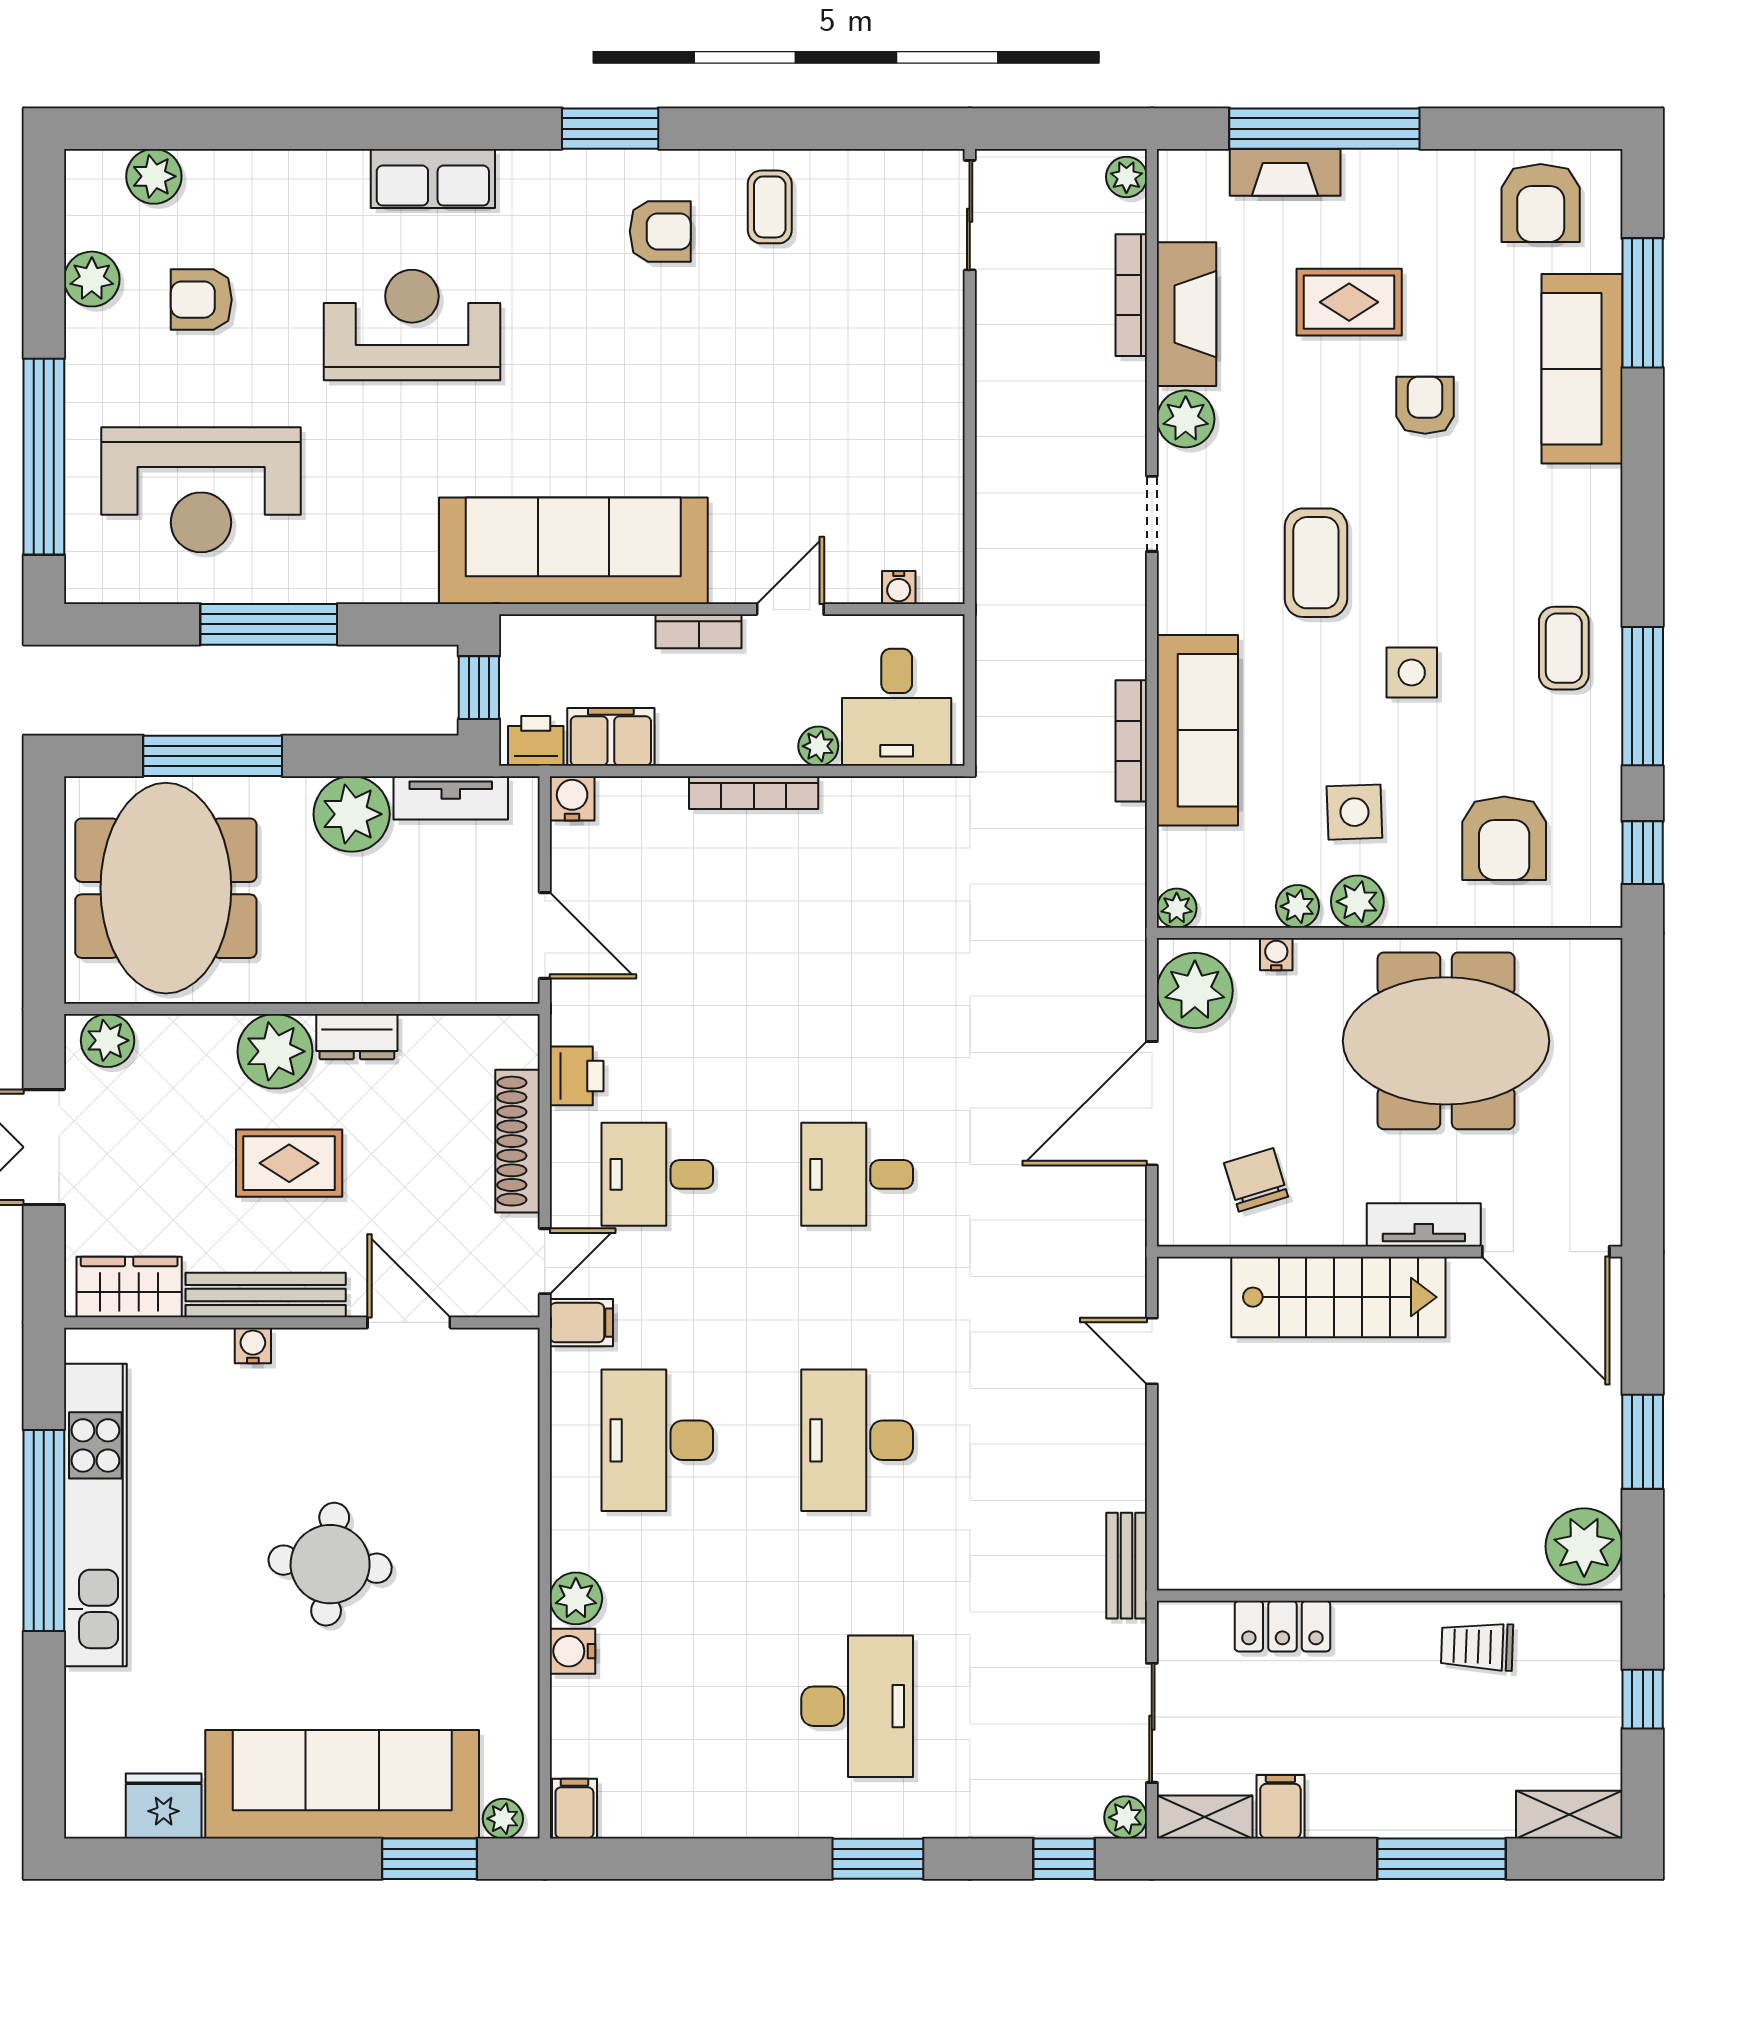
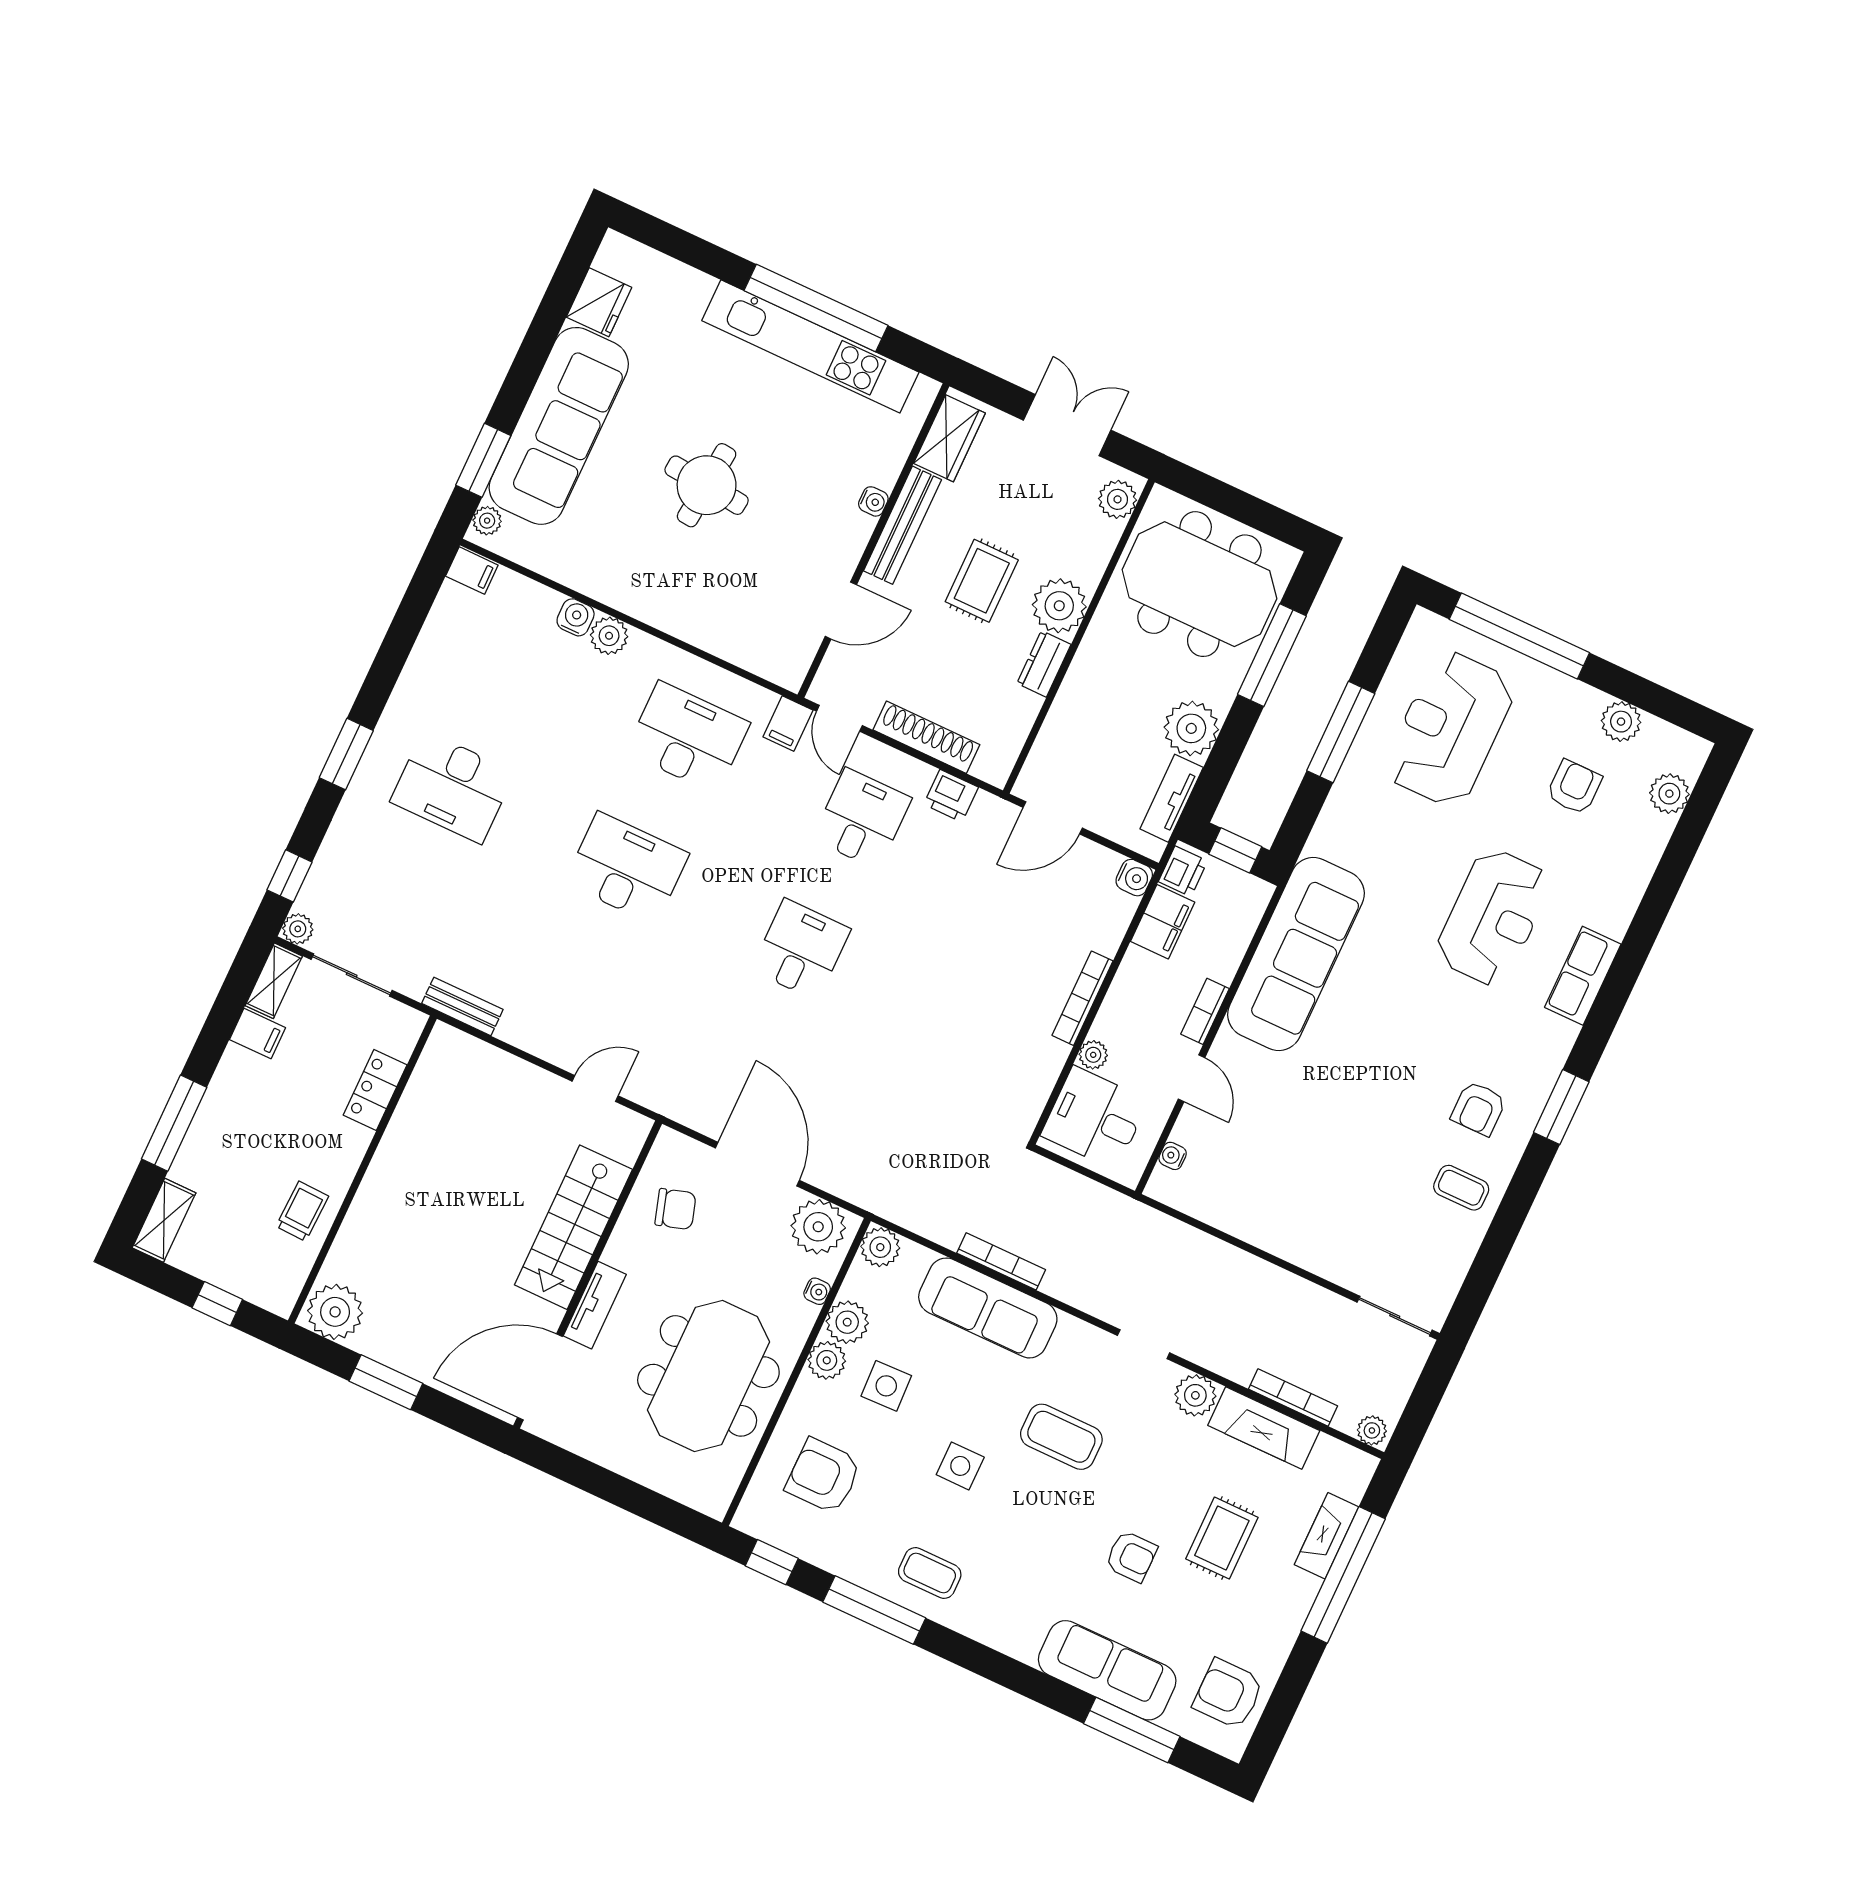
plant: (1297, 906) -> (847, 1322), width x1.38, depth x1.38
plant: (1177, 908) -> (880, 1247), width x1.38, depth x1.38

